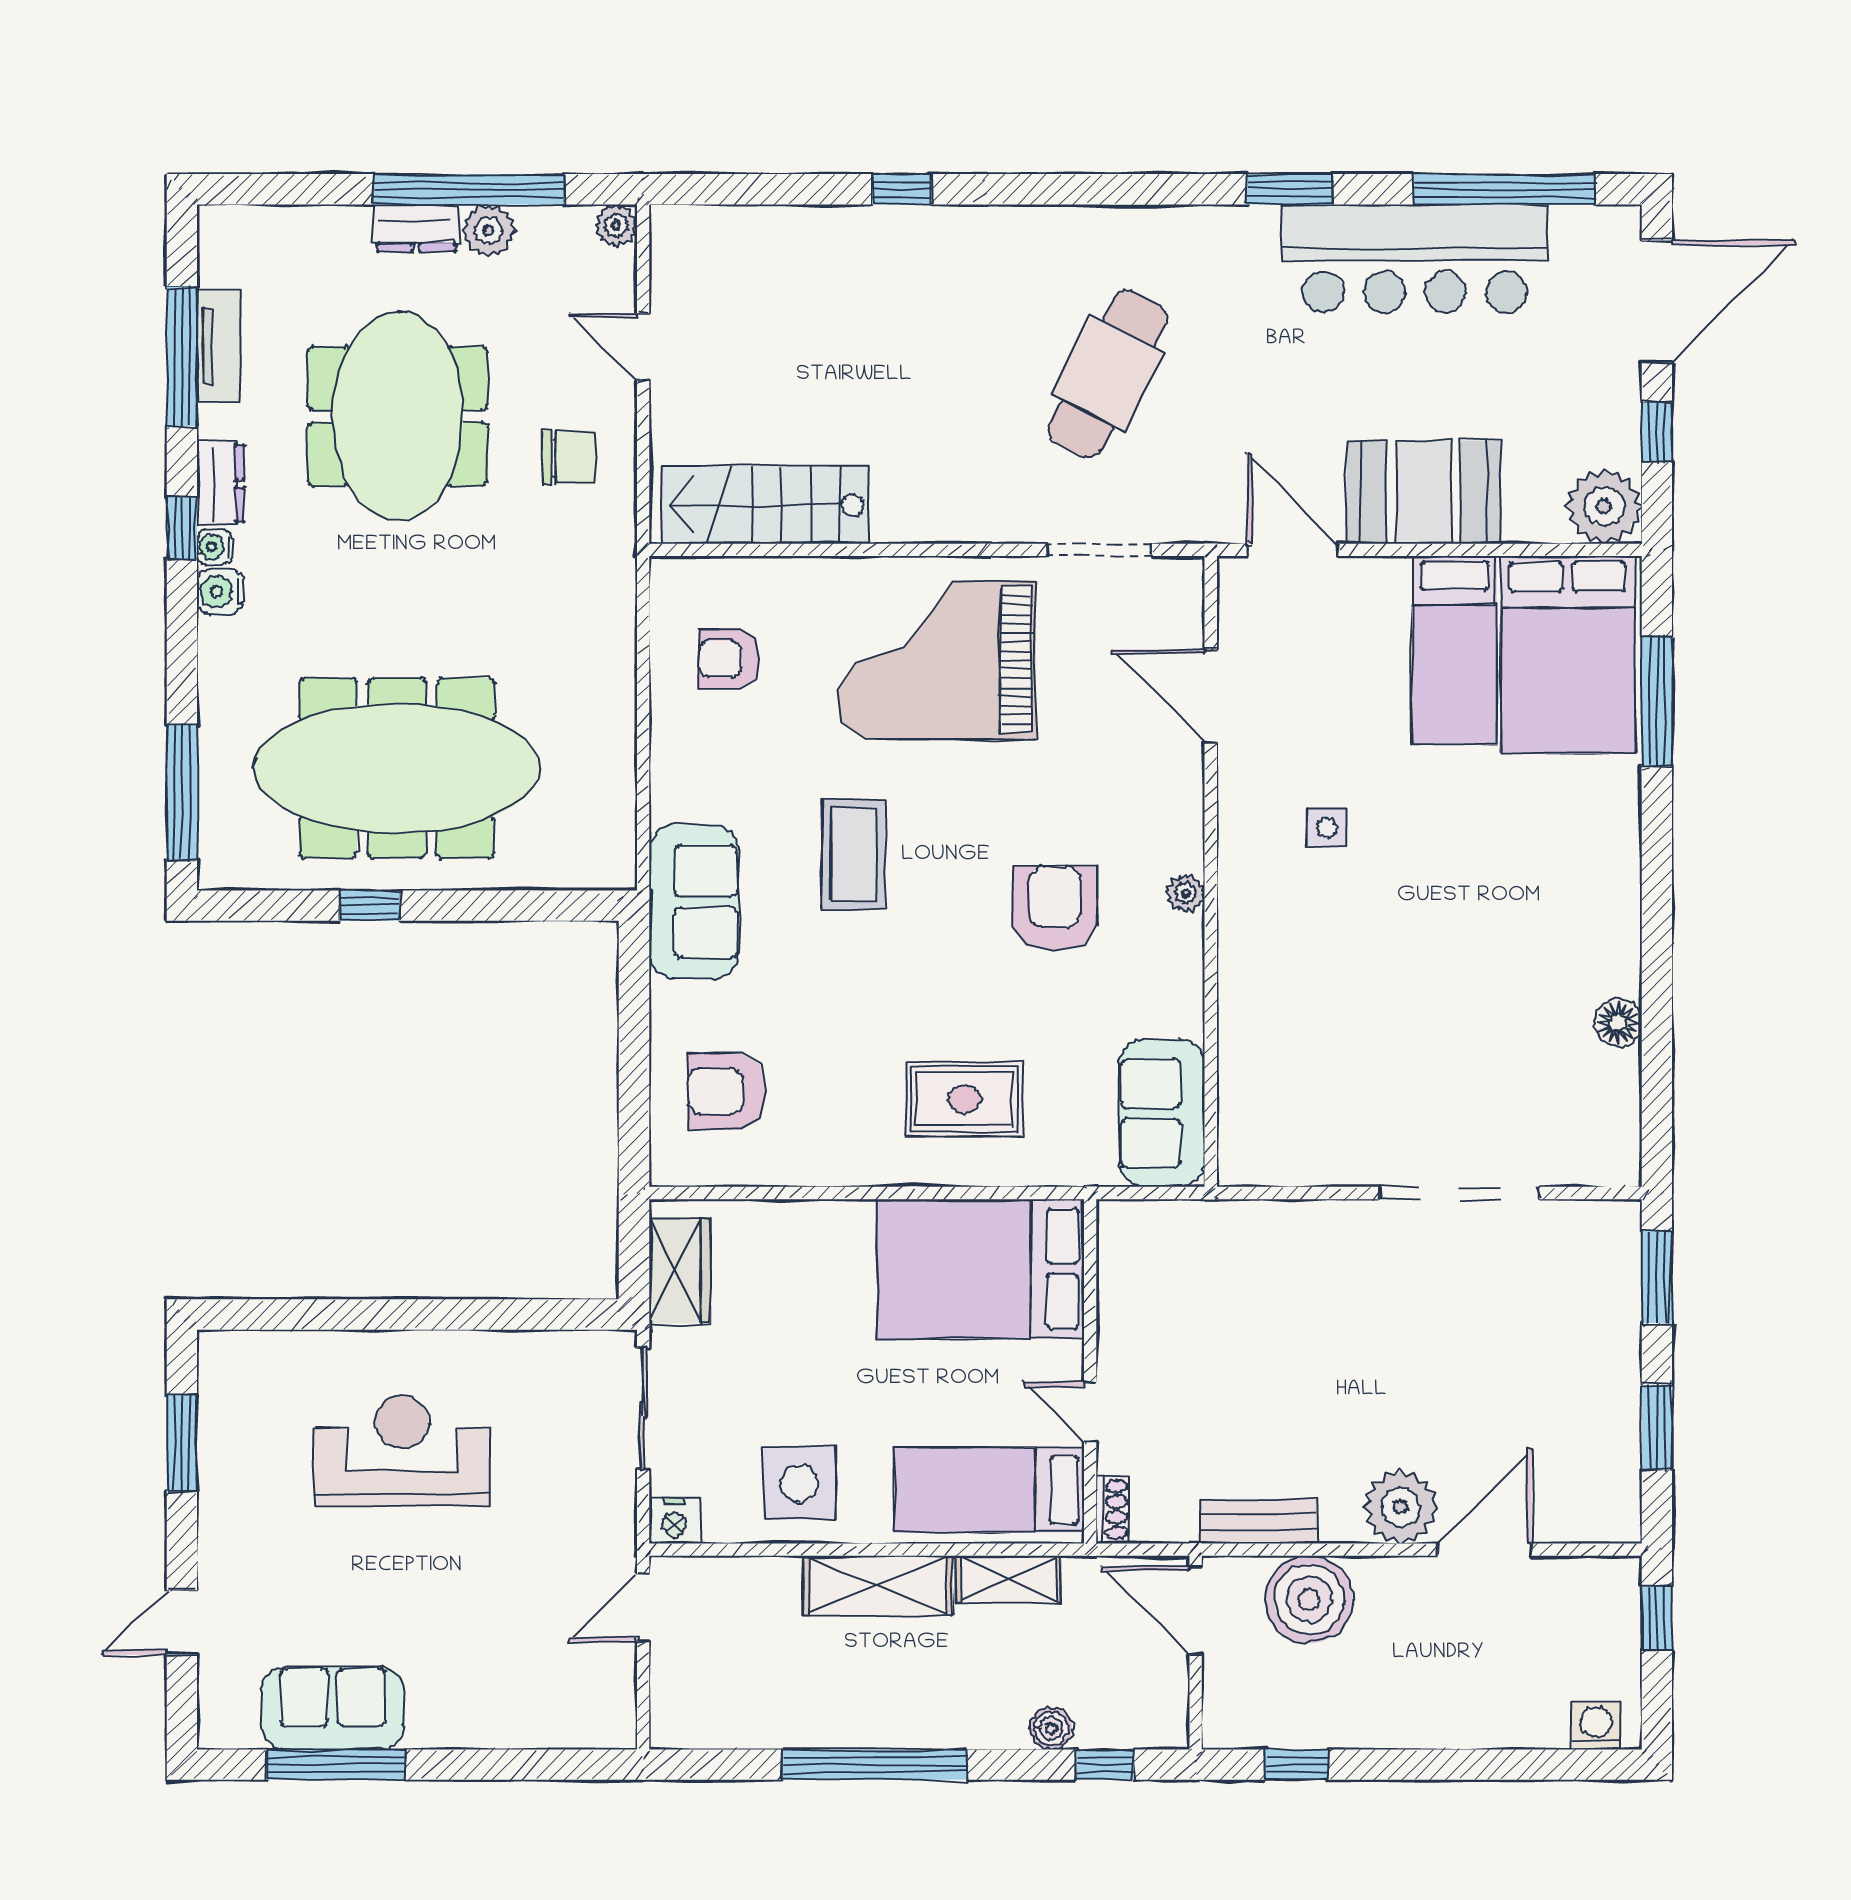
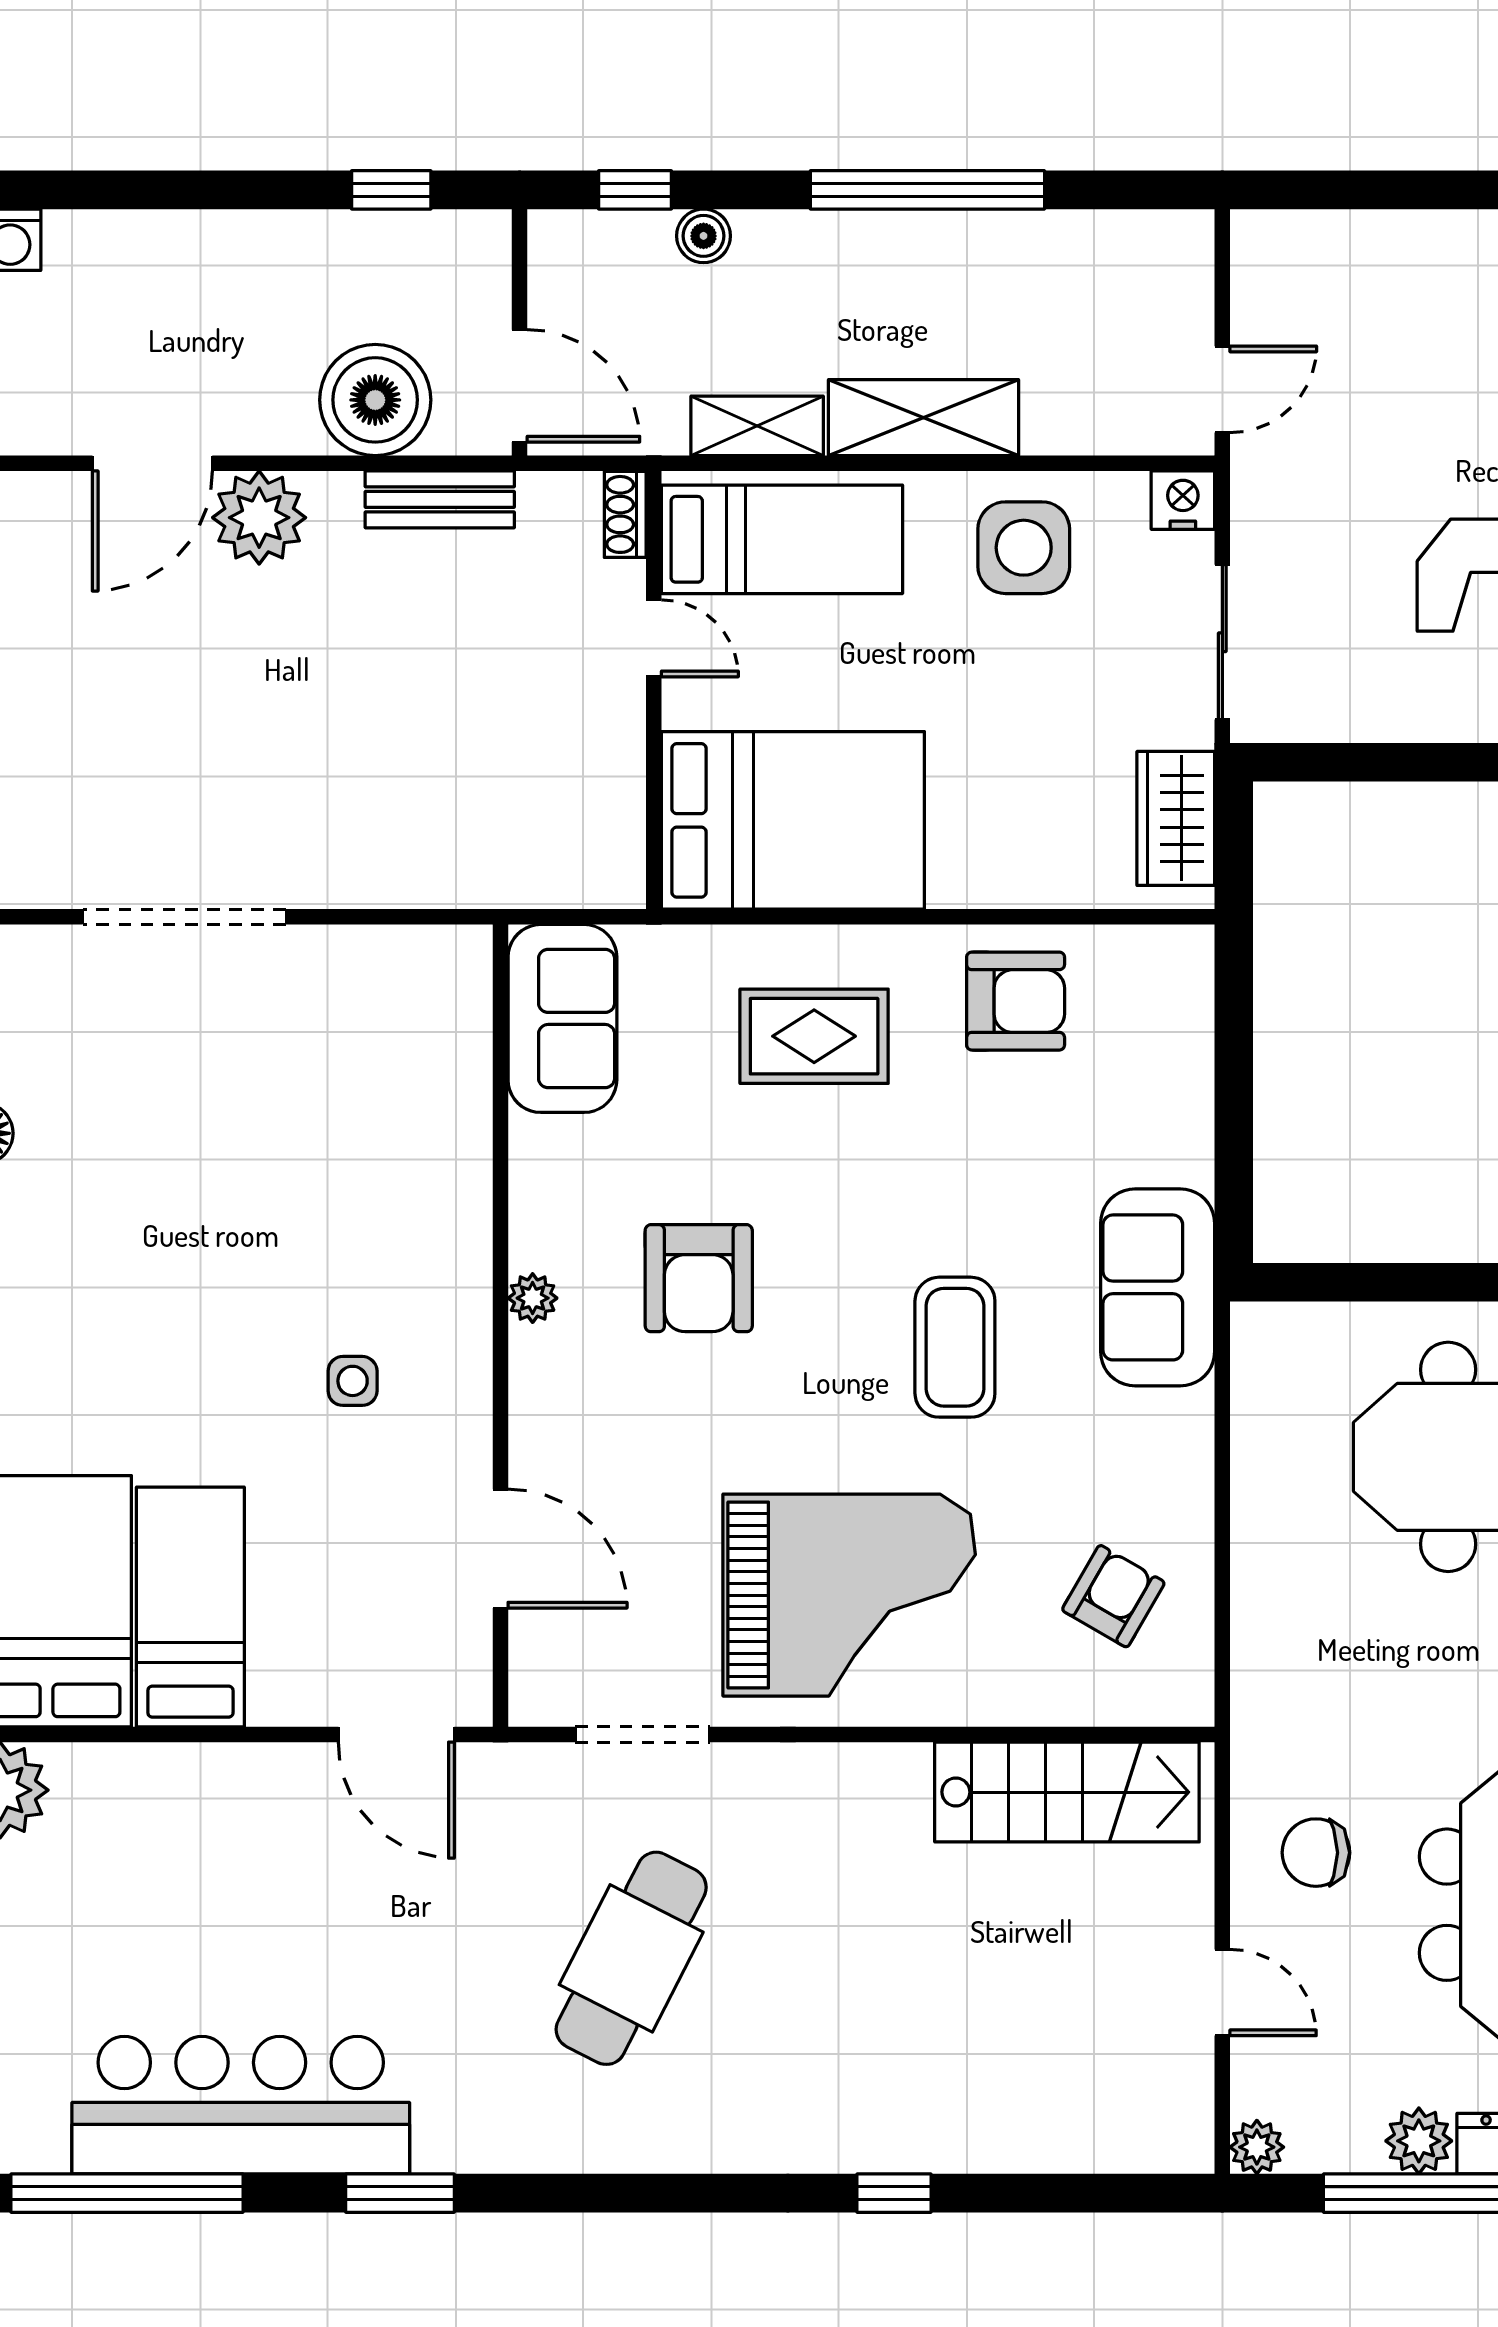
booth: (1424, 492) -> (230, 1808), removed
armchair: (729, 659) -> (1113, 1596), turned -60
armchair: (726, 1091) -> (1016, 1001), moved

